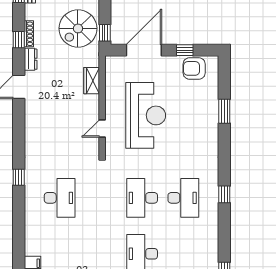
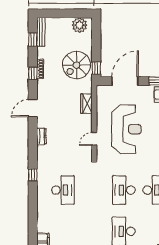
dresser: (31, 59) -> (41, 136), moved

